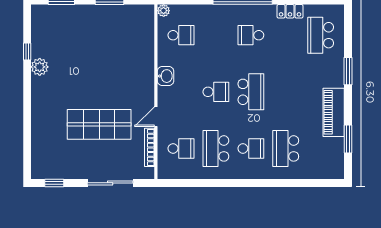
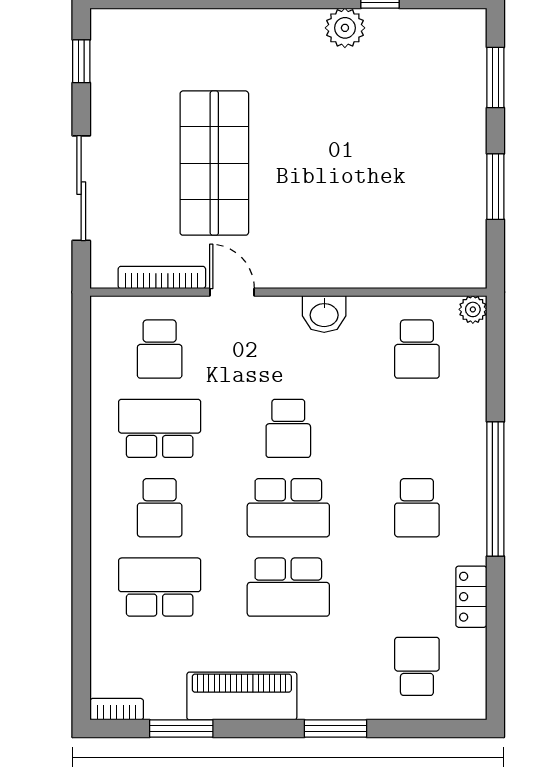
school desk: (251, 35) -> (417, 508), turned 180
school desk: (321, 35) -> (417, 666), width x0.54
school desk: (286, 92) -> (288, 587), added
bookcase: (340, 167) -> (117, 709), added

